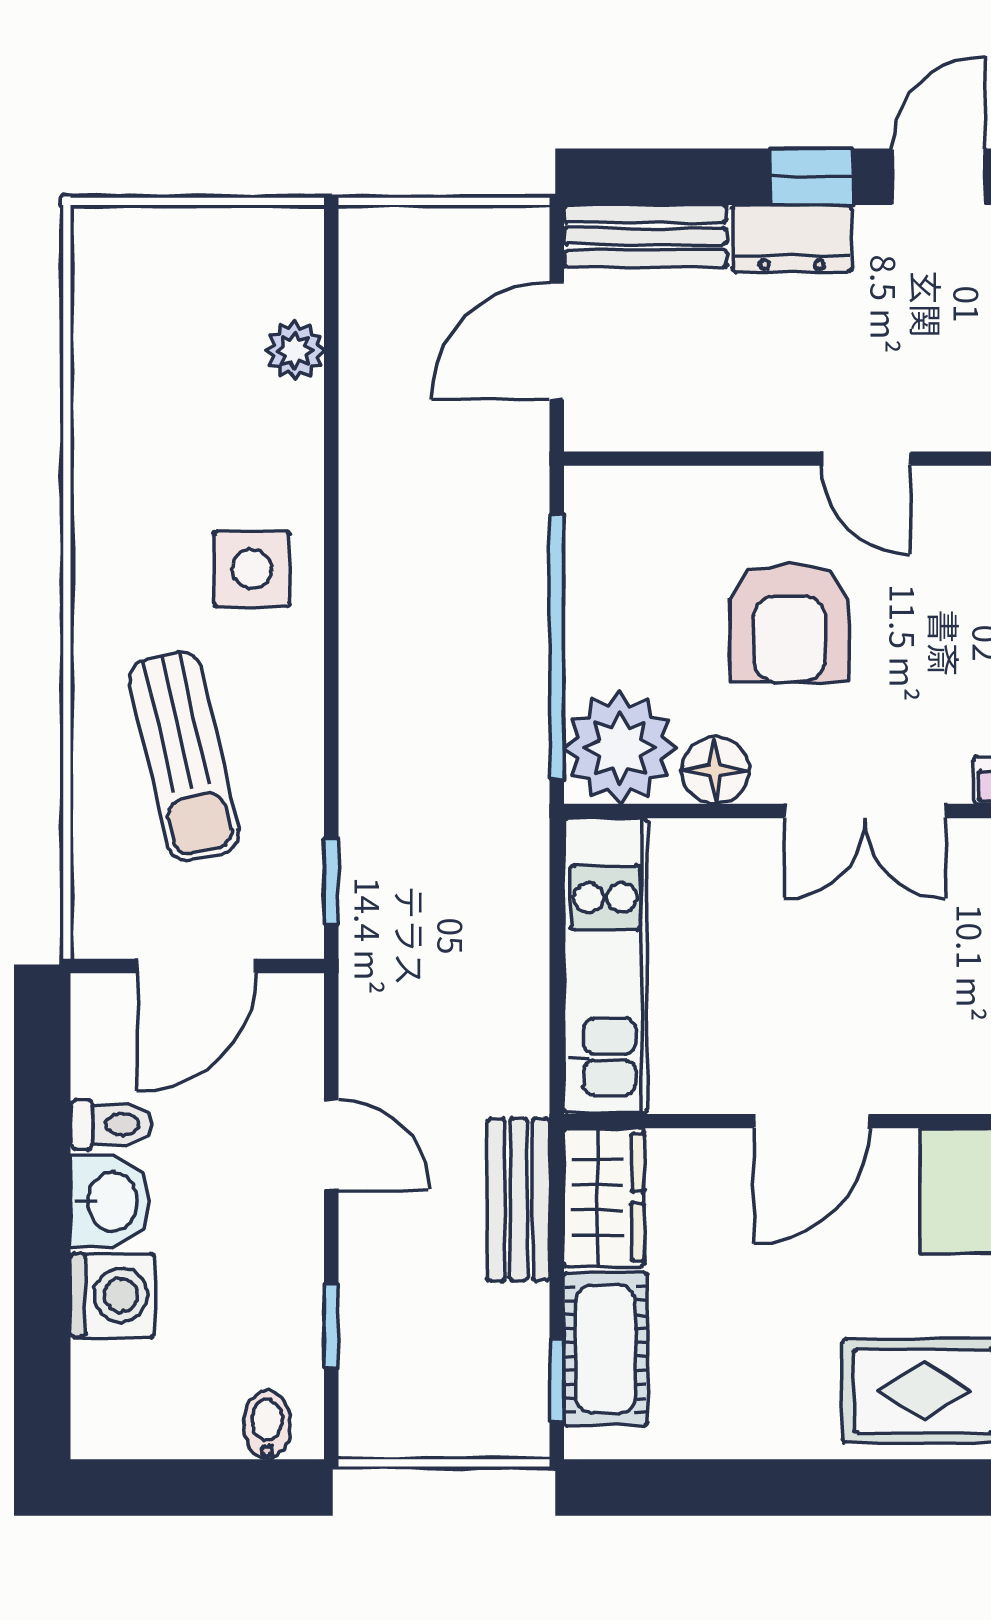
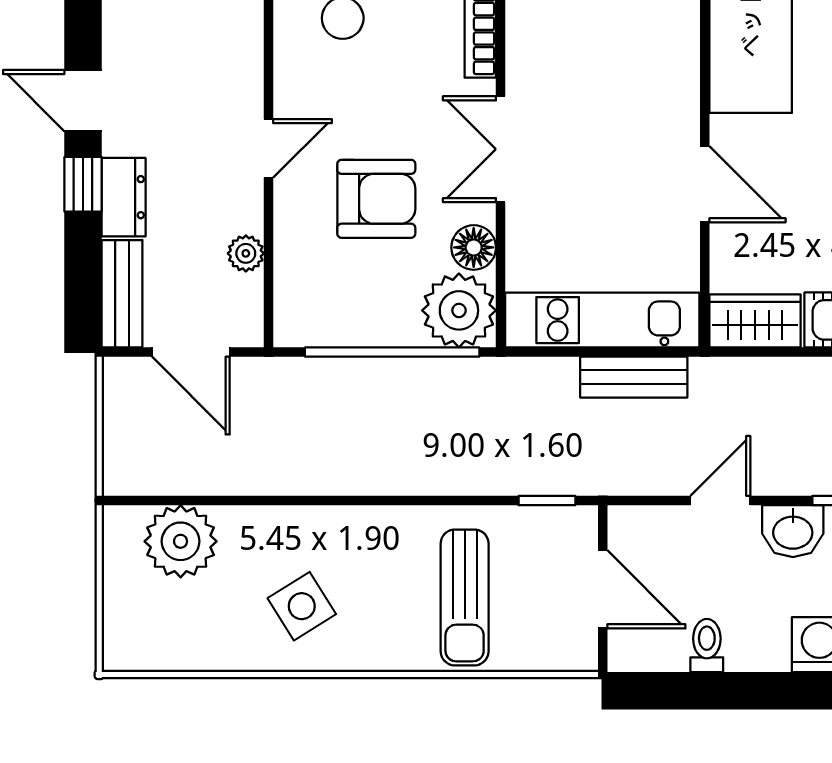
plant: (295, 351) -> (181, 541), width x1.87, depth x1.87
plant: (707, 424) -> (246, 253), added
side table: (252, 569) -> (302, 606), moved, turned -32
sun lounger: (184, 756) -> (465, 597), turned 103
double door: (865, 811) -> (501, 149), swing flipped
bench: (519, 1200) -> (634, 377), moved
washbasin: (110, 1201) -> (793, 531), moved, turned 180

